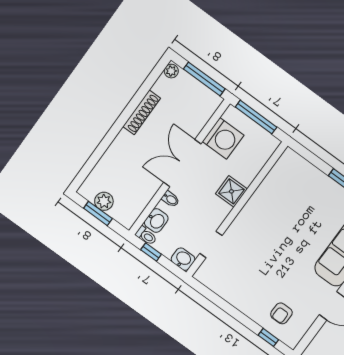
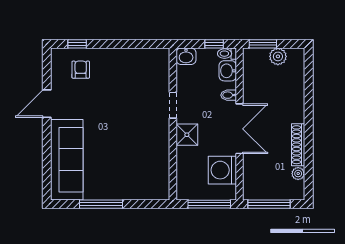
plant: (171, 71) -> (298, 174), moved
window: (98, 213) -> (263, 44), moved
doorway: (211, 244) -> (173, 105), moved

